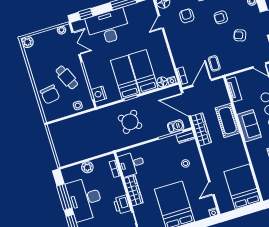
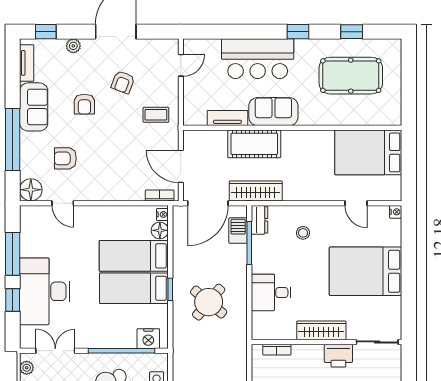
window: (86, 14) -> (13, 300), moved
coffee table: (214, 63) -> (156, 115), moved
tv unit: (234, 89) -> (227, 118), moved
desk: (132, 164) -> (271, 292), moved, turned 90

